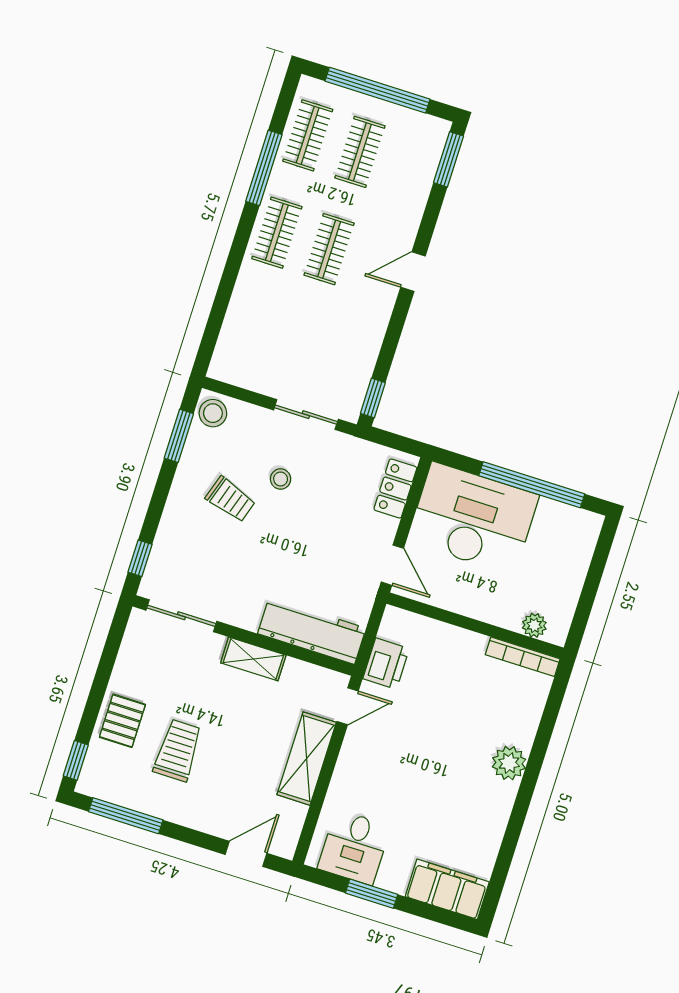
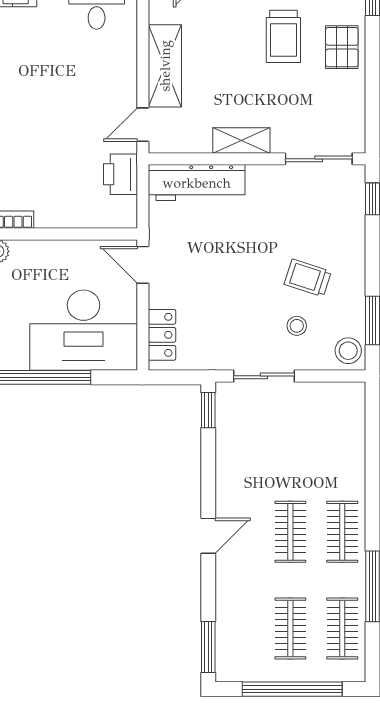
stool: (281, 479) -> (297, 326), moved

